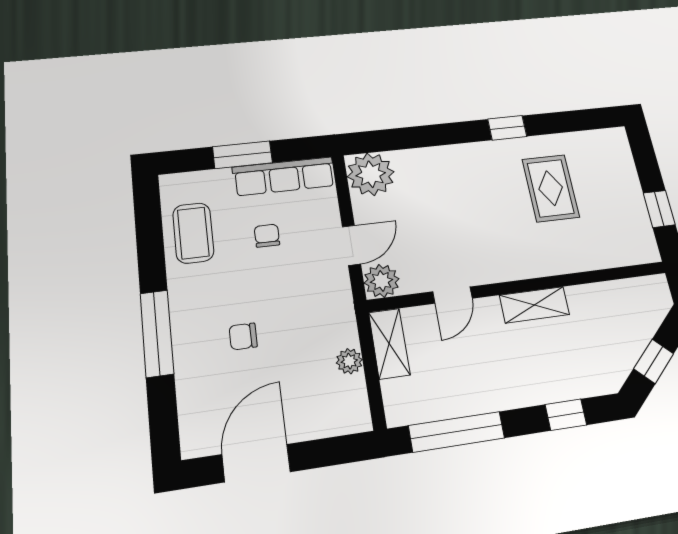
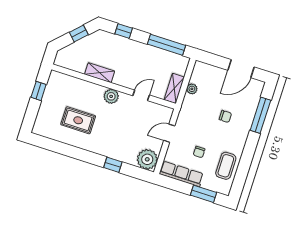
window: (507, 128) -> (113, 165), moved
window: (242, 155) -> (203, 194), moved
rug: (551, 188) -> (78, 120), turned 90
plant: (382, 281) -> (111, 96), moved
shelving: (534, 305) -> (100, 73), moved
window: (157, 333) -> (260, 115), moved

